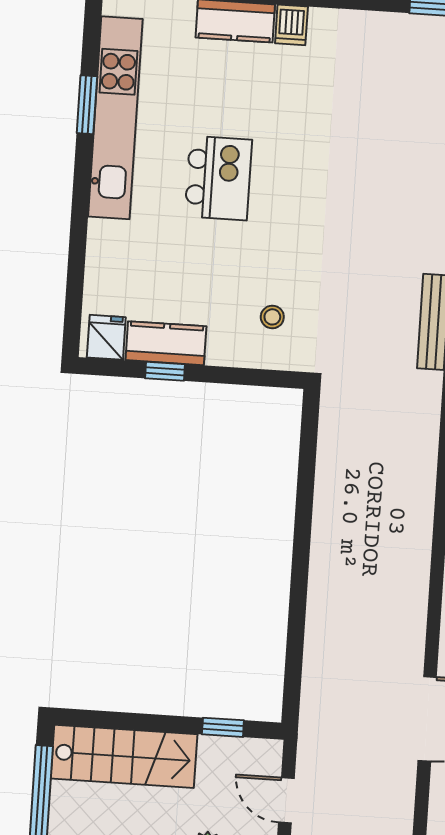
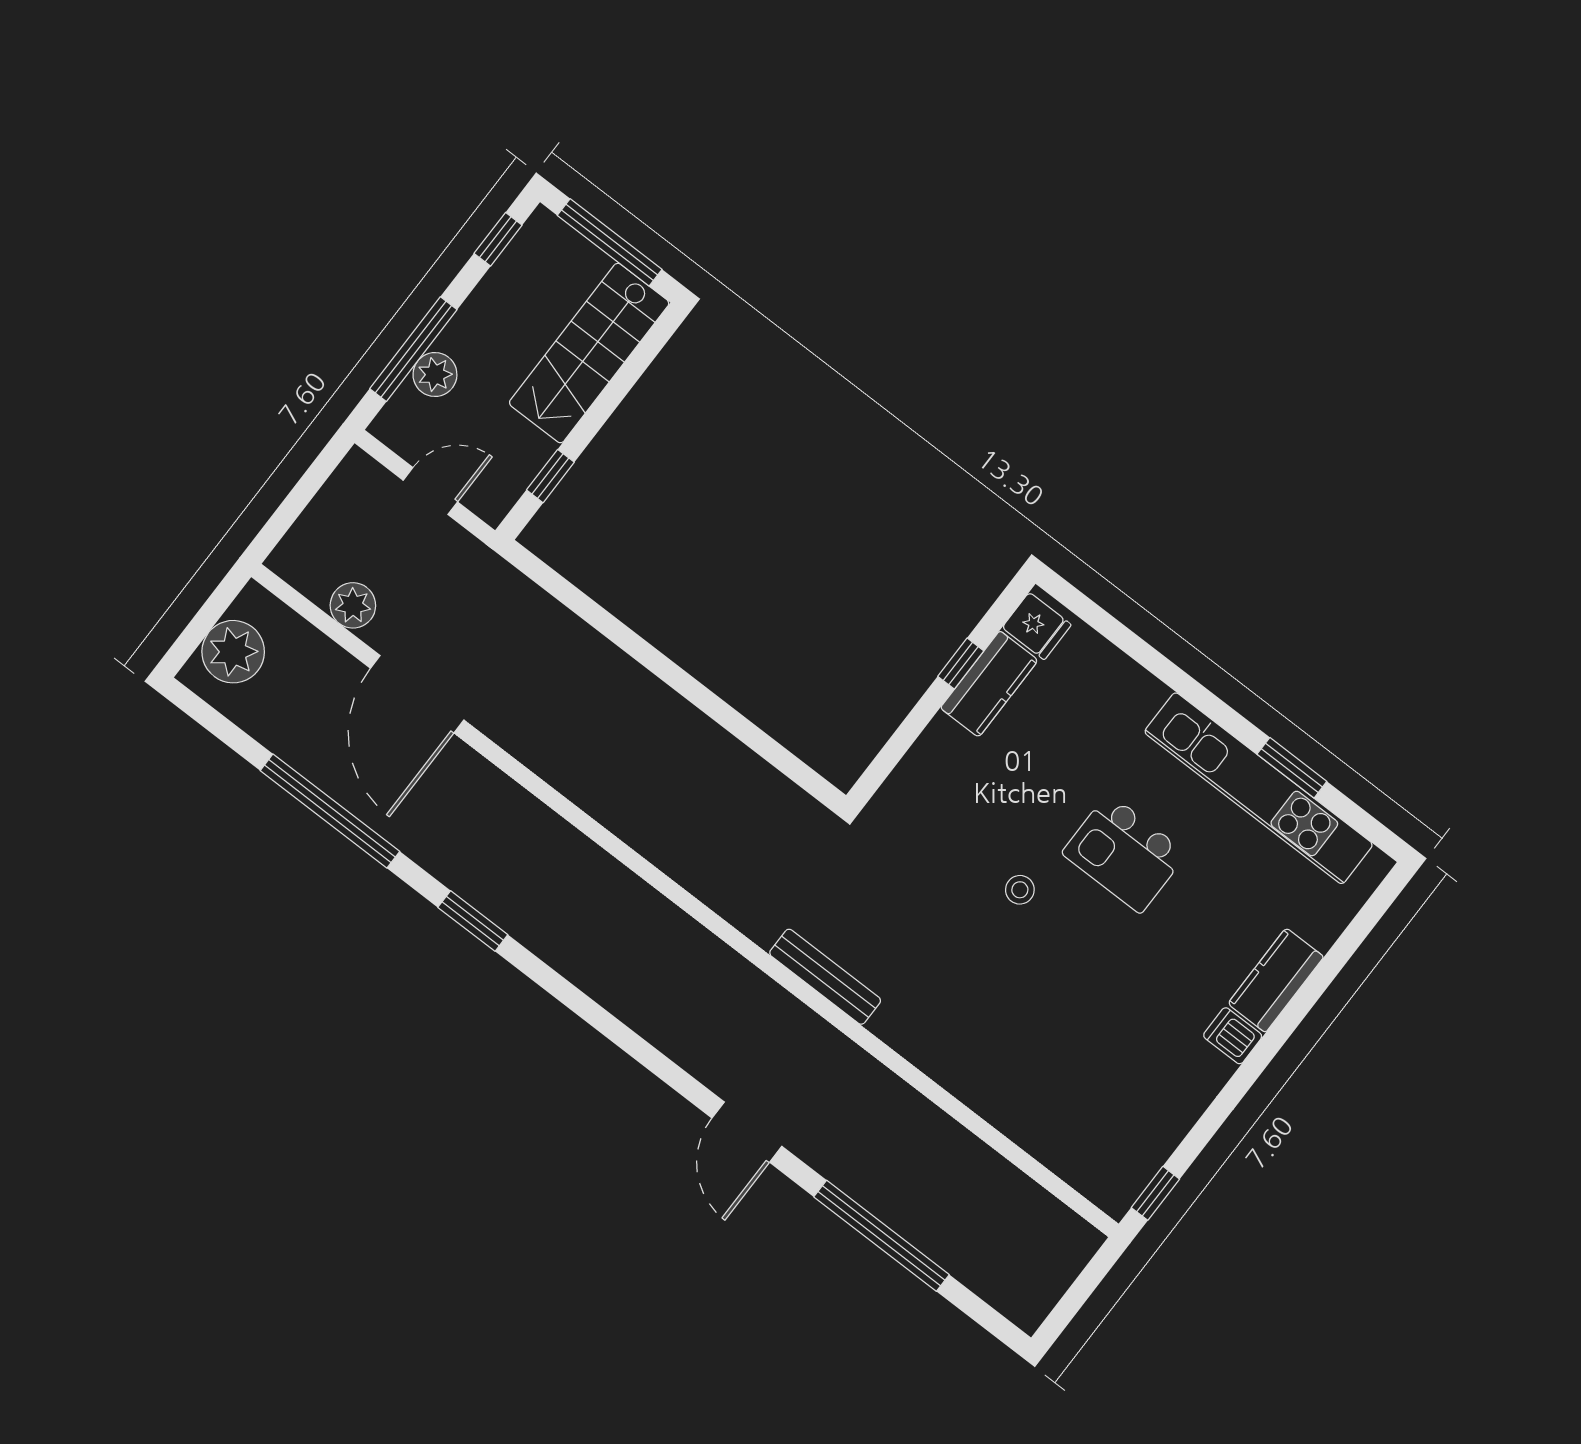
stool: (272, 317) -> (1020, 890), moved
plant: (397, 801) -> (353, 605), added

